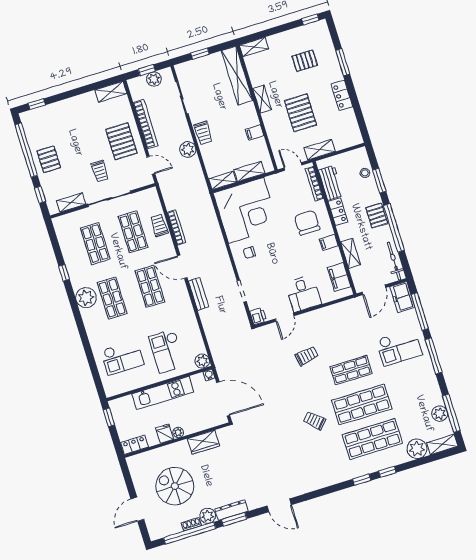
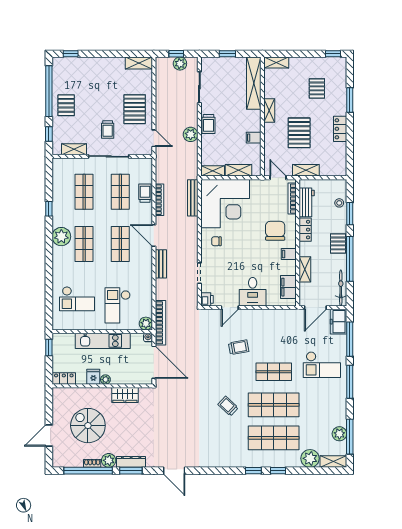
pallet: (305, 61) -> (317, 88), turned 90
bookcase: (146, 124) -> (160, 323), moved
bench: (211, 215) -> (193, 198), added

